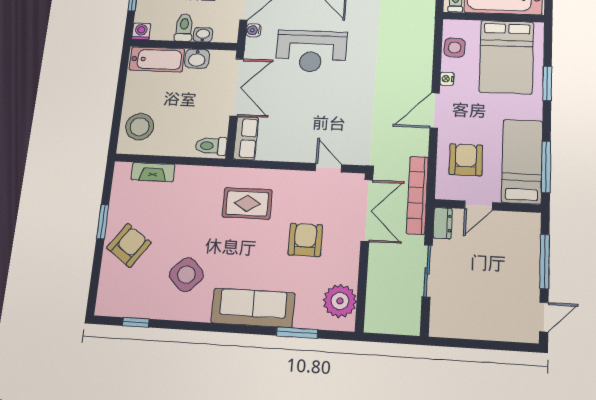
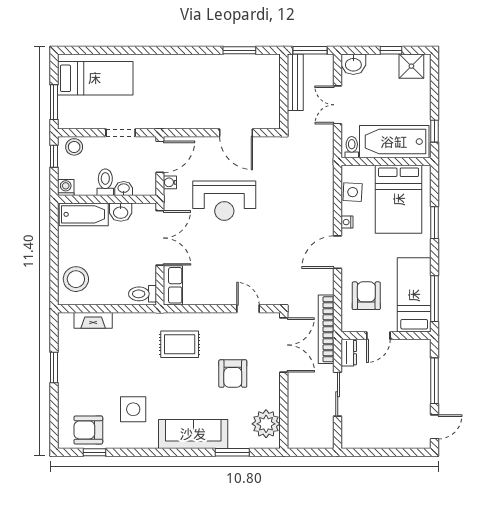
armchair: (305, 240) -> (233, 374), turned 180
armchair: (129, 245) -> (88, 430), moved, turned -125
side table: (186, 275) -> (133, 409), turned 45

